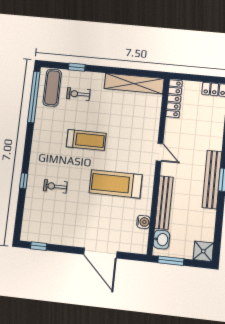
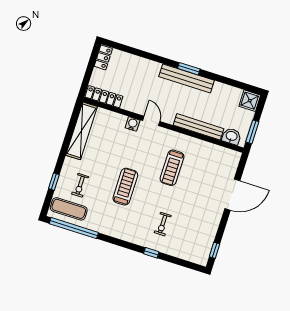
door: (159, 152) -> (151, 121), hinge flipped
treadmill: (116, 184) -> (172, 168), width x0.73, depth x0.73
water cooler: (143, 222) -> (133, 124), moved

